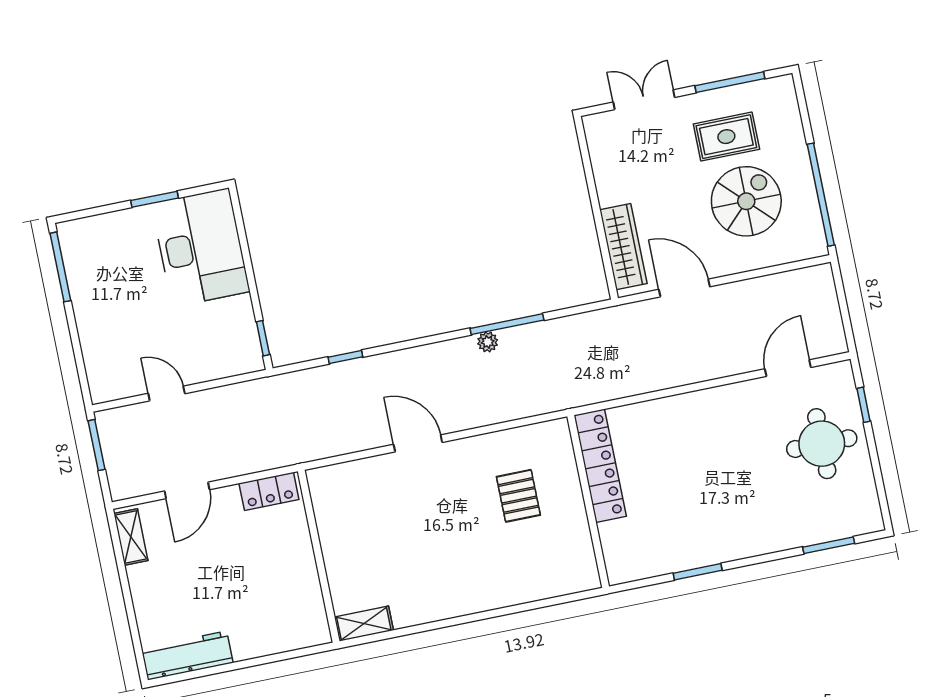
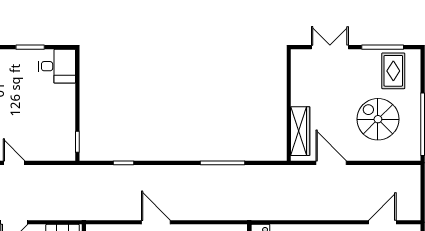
rug: (726, 137) -> (393, 71), moved, turned 90
spiral stairs: (746, 201) -> (378, 119), turned -90
desk: (201, 247) -> (57, 66), width x0.53, depth x0.77
plant: (488, 342) -> (209, 171), removed

